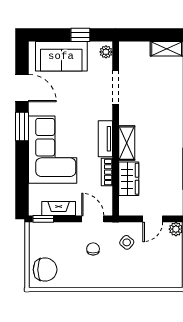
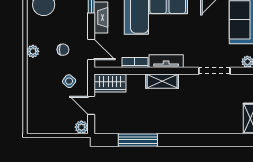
wardrobe: (129, 179) -> (110, 83), moved
door: (93, 219) -> (91, 49), hinge flipped
plant: (95, 281) -> (33, 51), added

